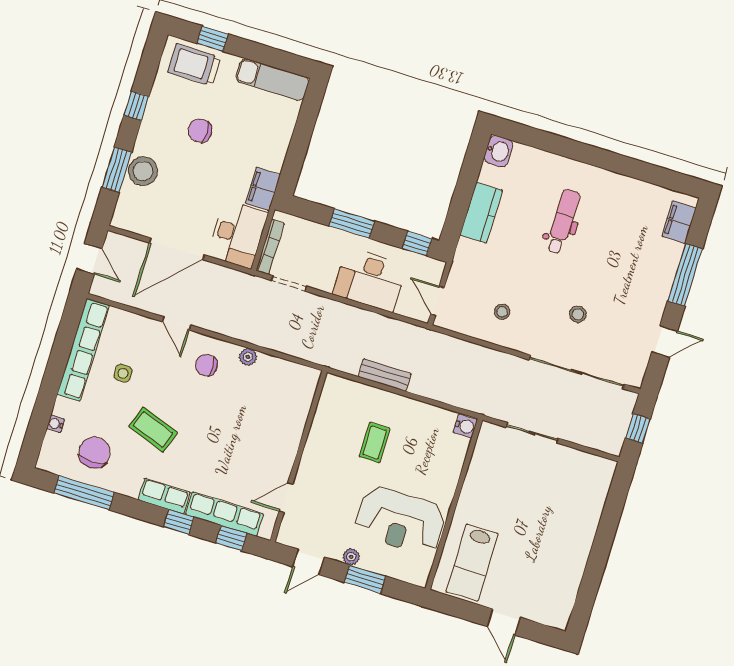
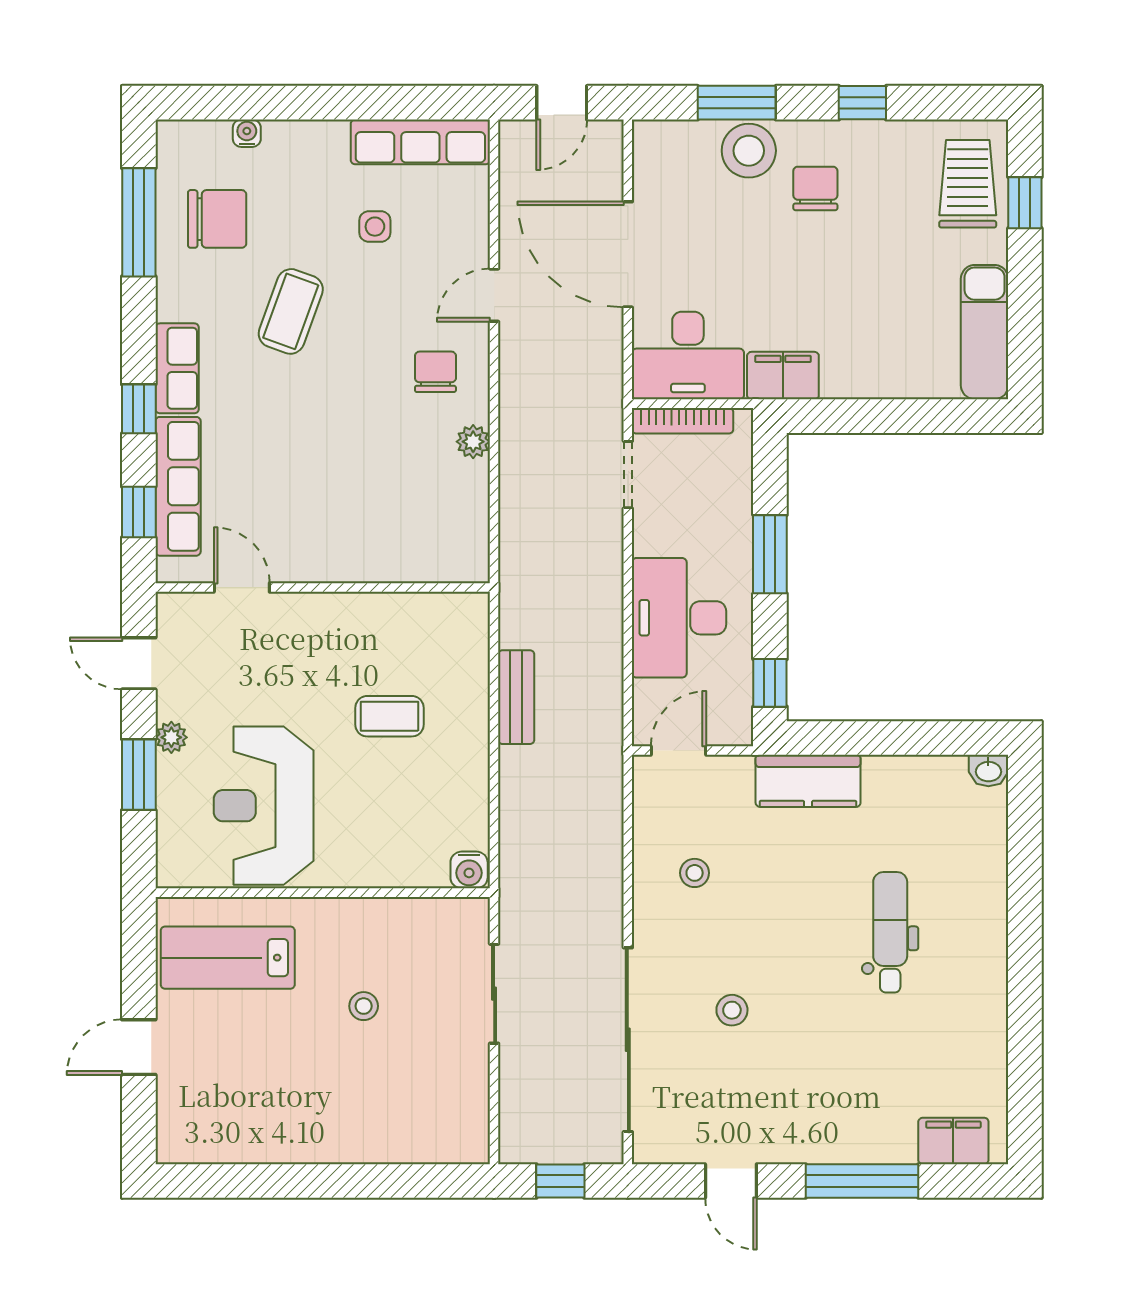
chair: (200, 130) -> (815, 188), moved
washbasin: (498, 151) -> (988, 771), width x0.72, depth x0.69
kitchen counter: (481, 213) -> (808, 781), moved
dental chair: (563, 222) -> (890, 932), turned -90
row of seats: (83, 350) -> (420, 142), width x0.73
stool: (518, 501) -> (364, 1006), added

